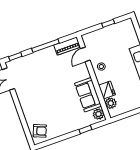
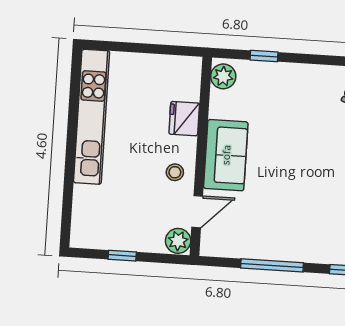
piano: (67, 46) -> (228, 245), removed
sofa: (88, 95) -> (226, 155), moved
plant: (111, 103) -> (178, 241), moved

